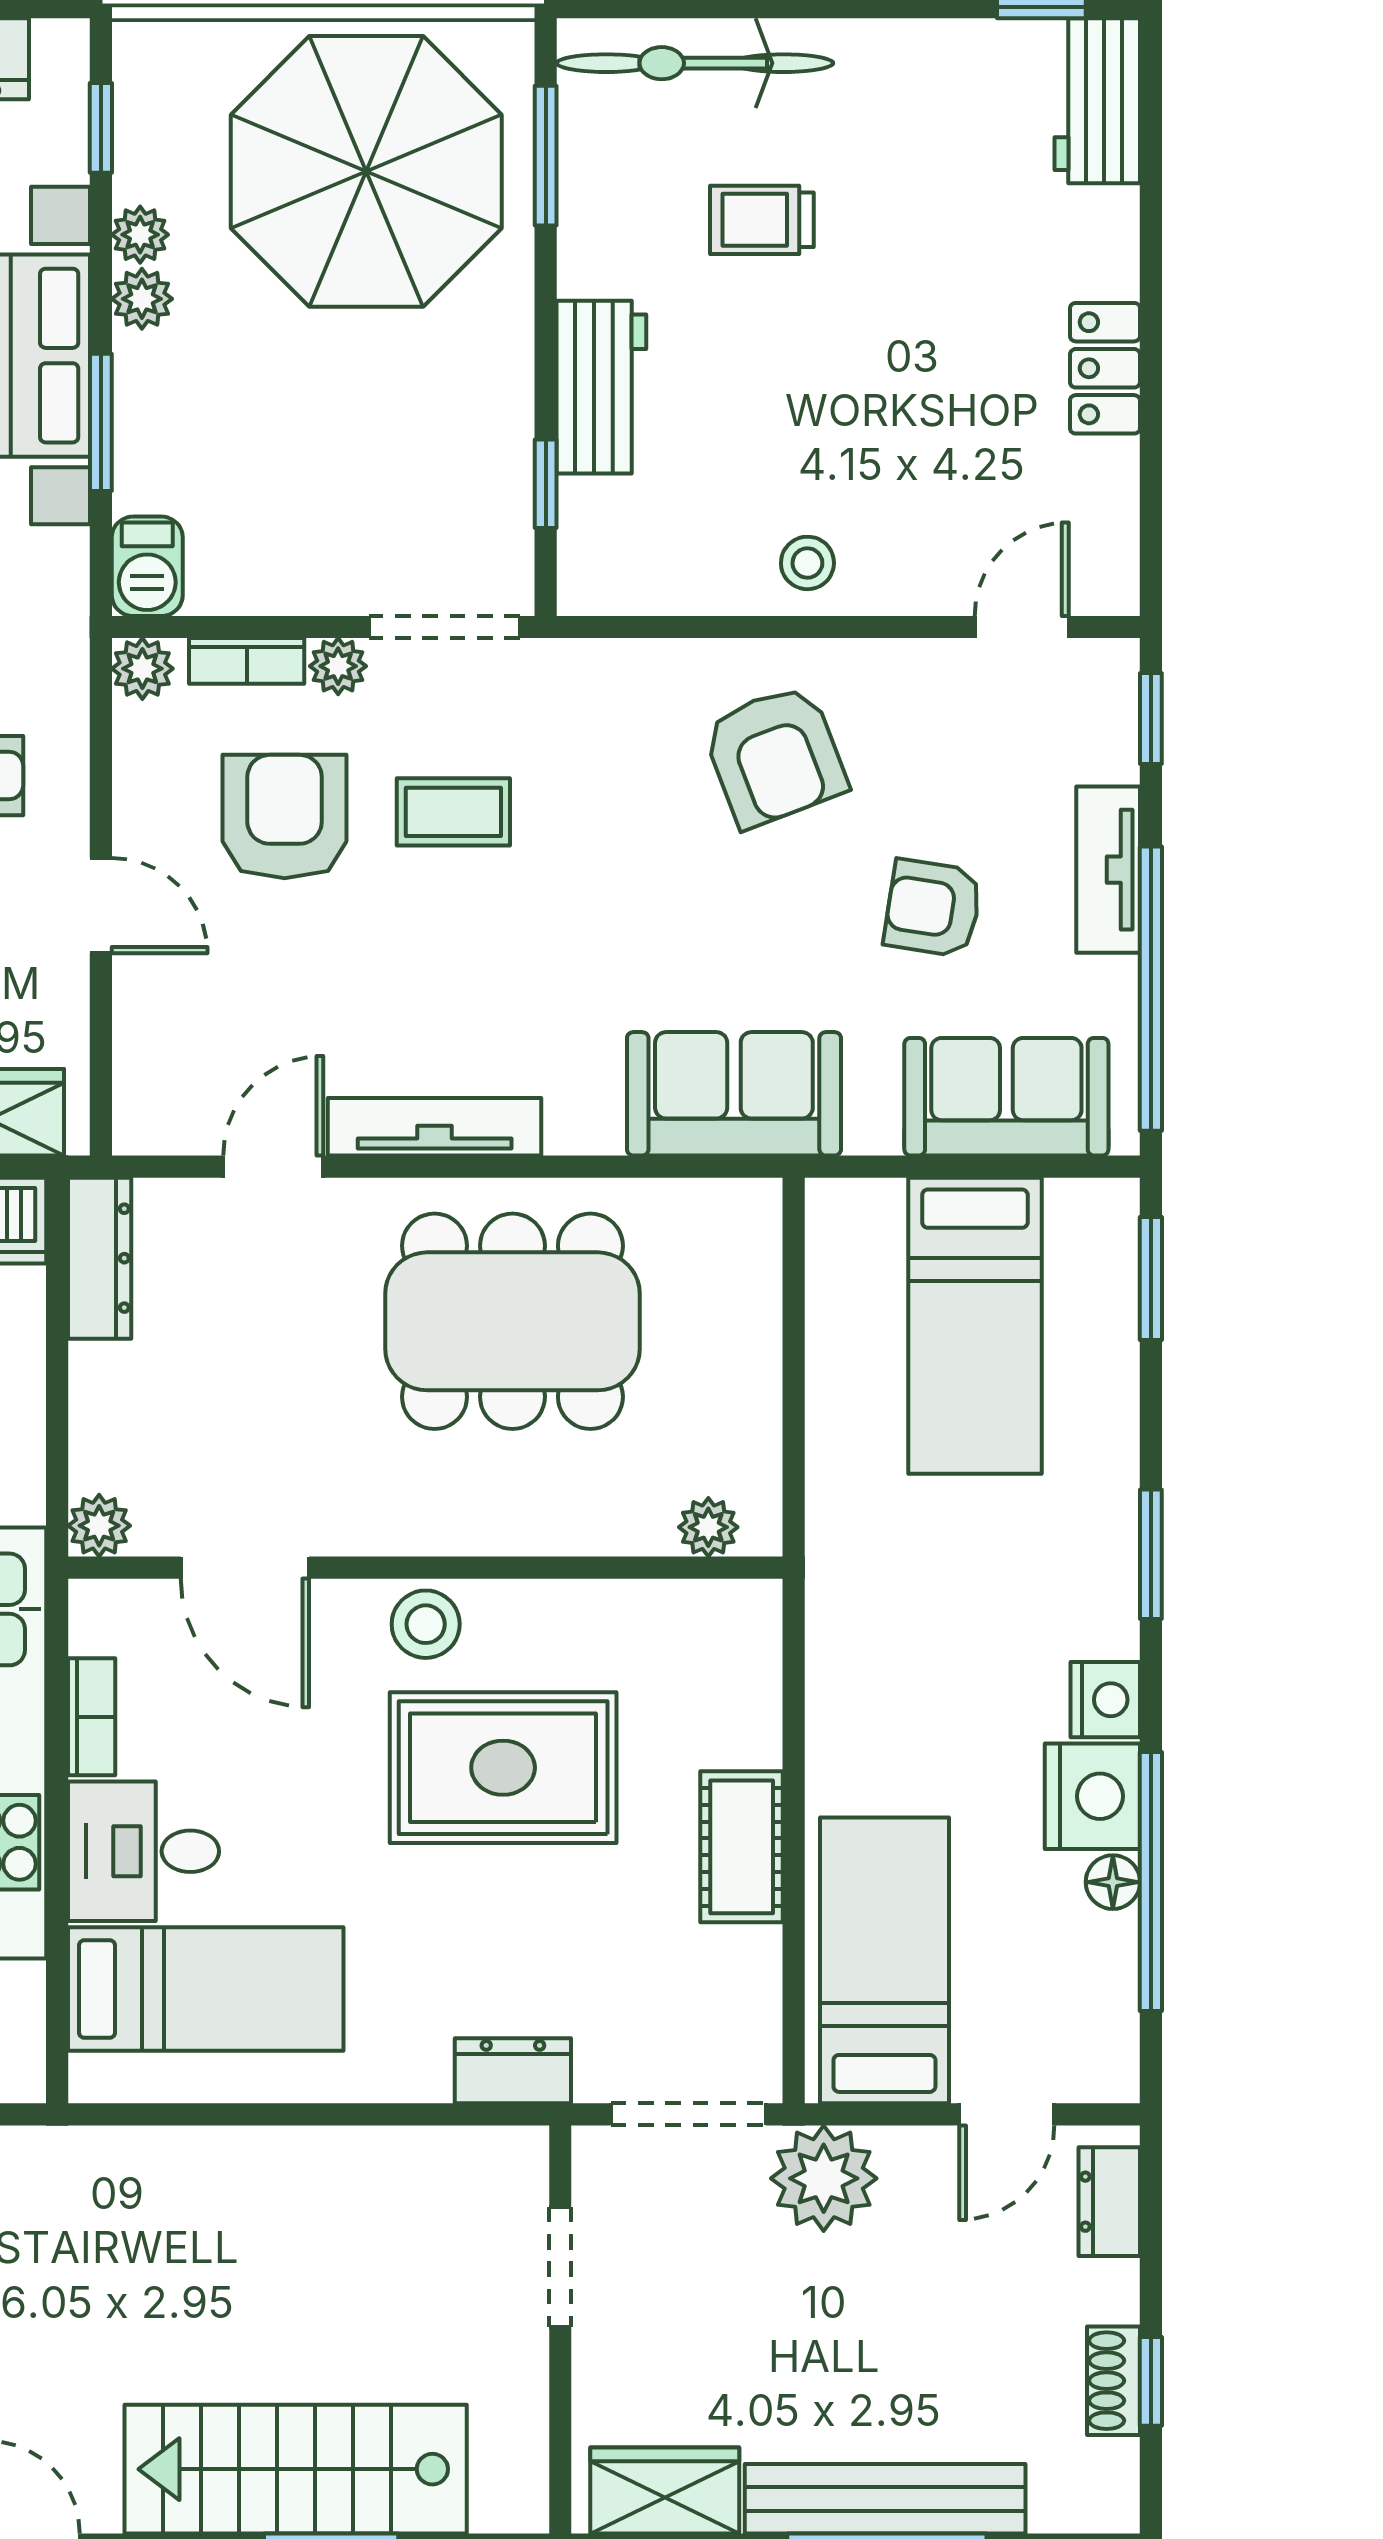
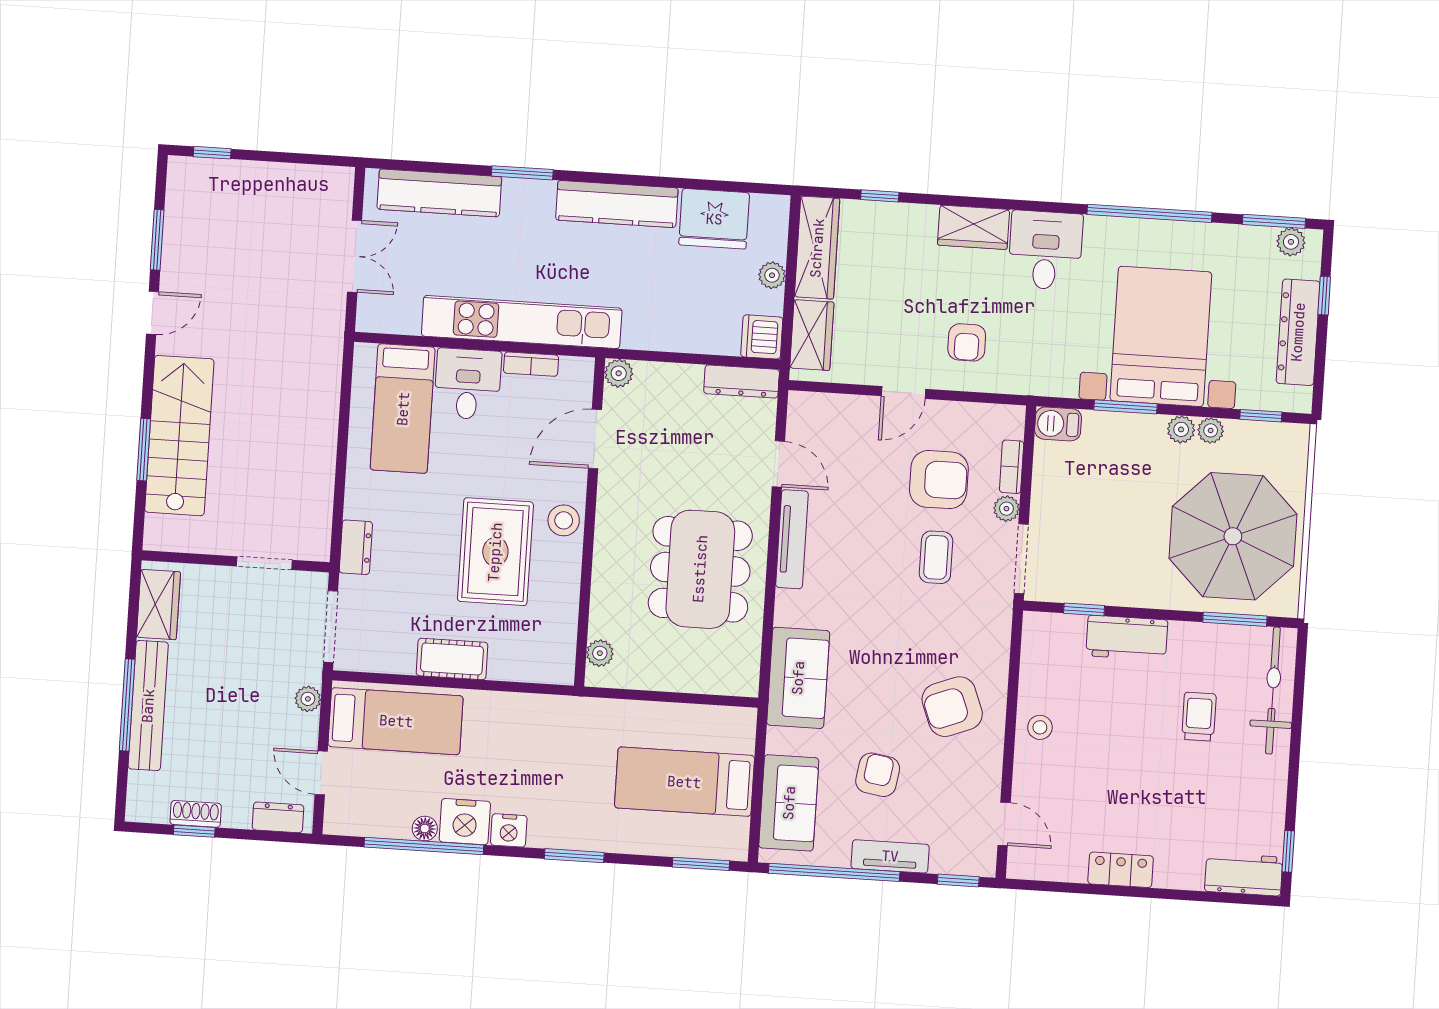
plant: (142, 669) -> (1011, 419), removed
plant: (824, 2178) -> (308, 699), width x0.53, depth x0.53

